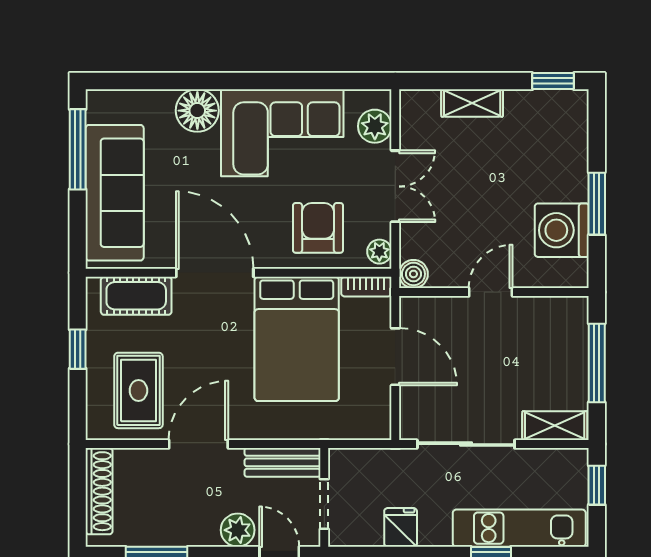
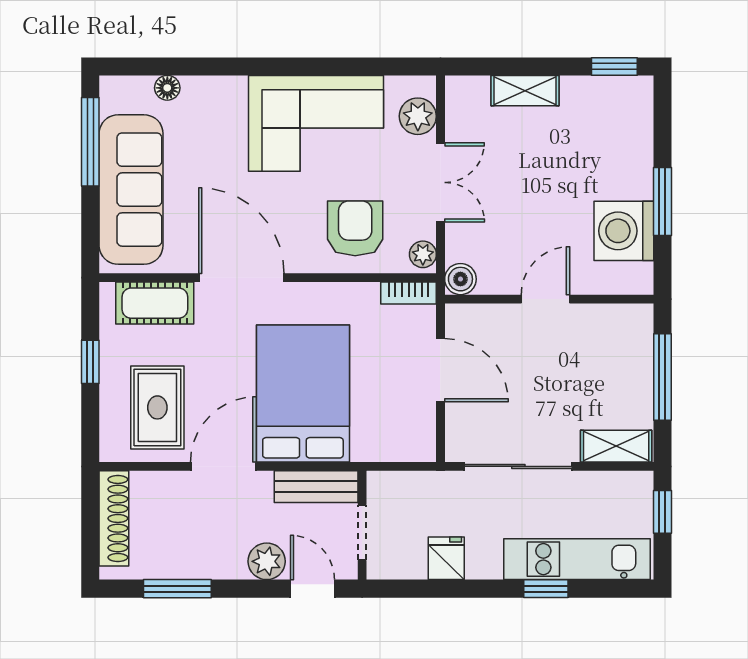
floor lamp: (197, 111) -> (167, 88), moved, width x0.53, depth x0.53
bed: (297, 339) -> (303, 394), moved, turned 180

